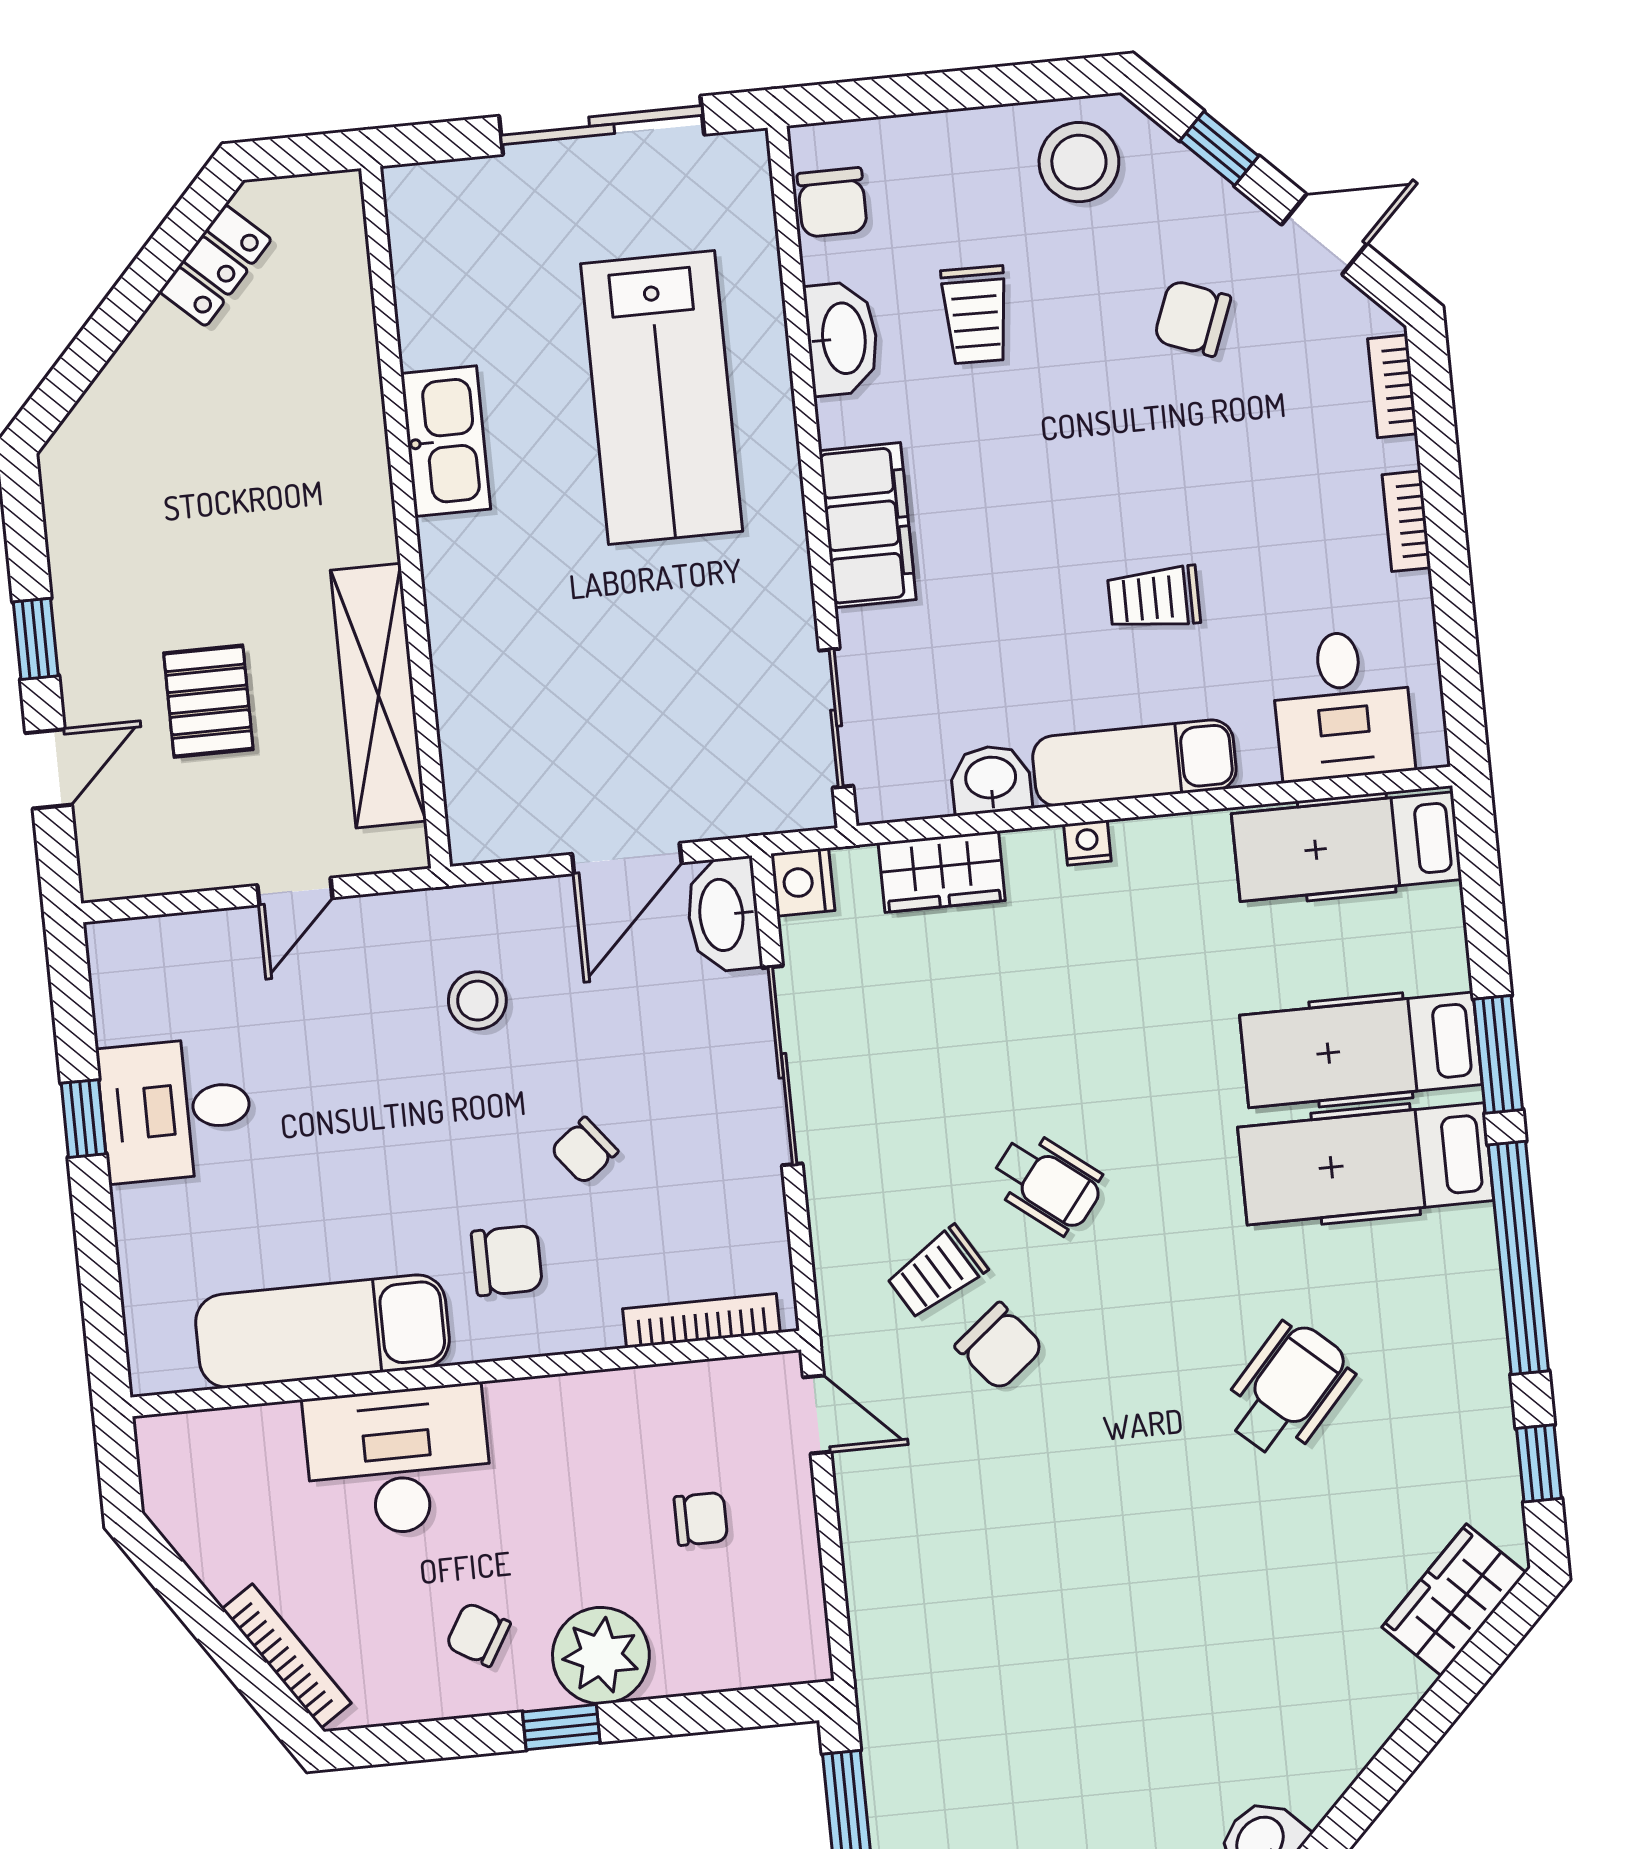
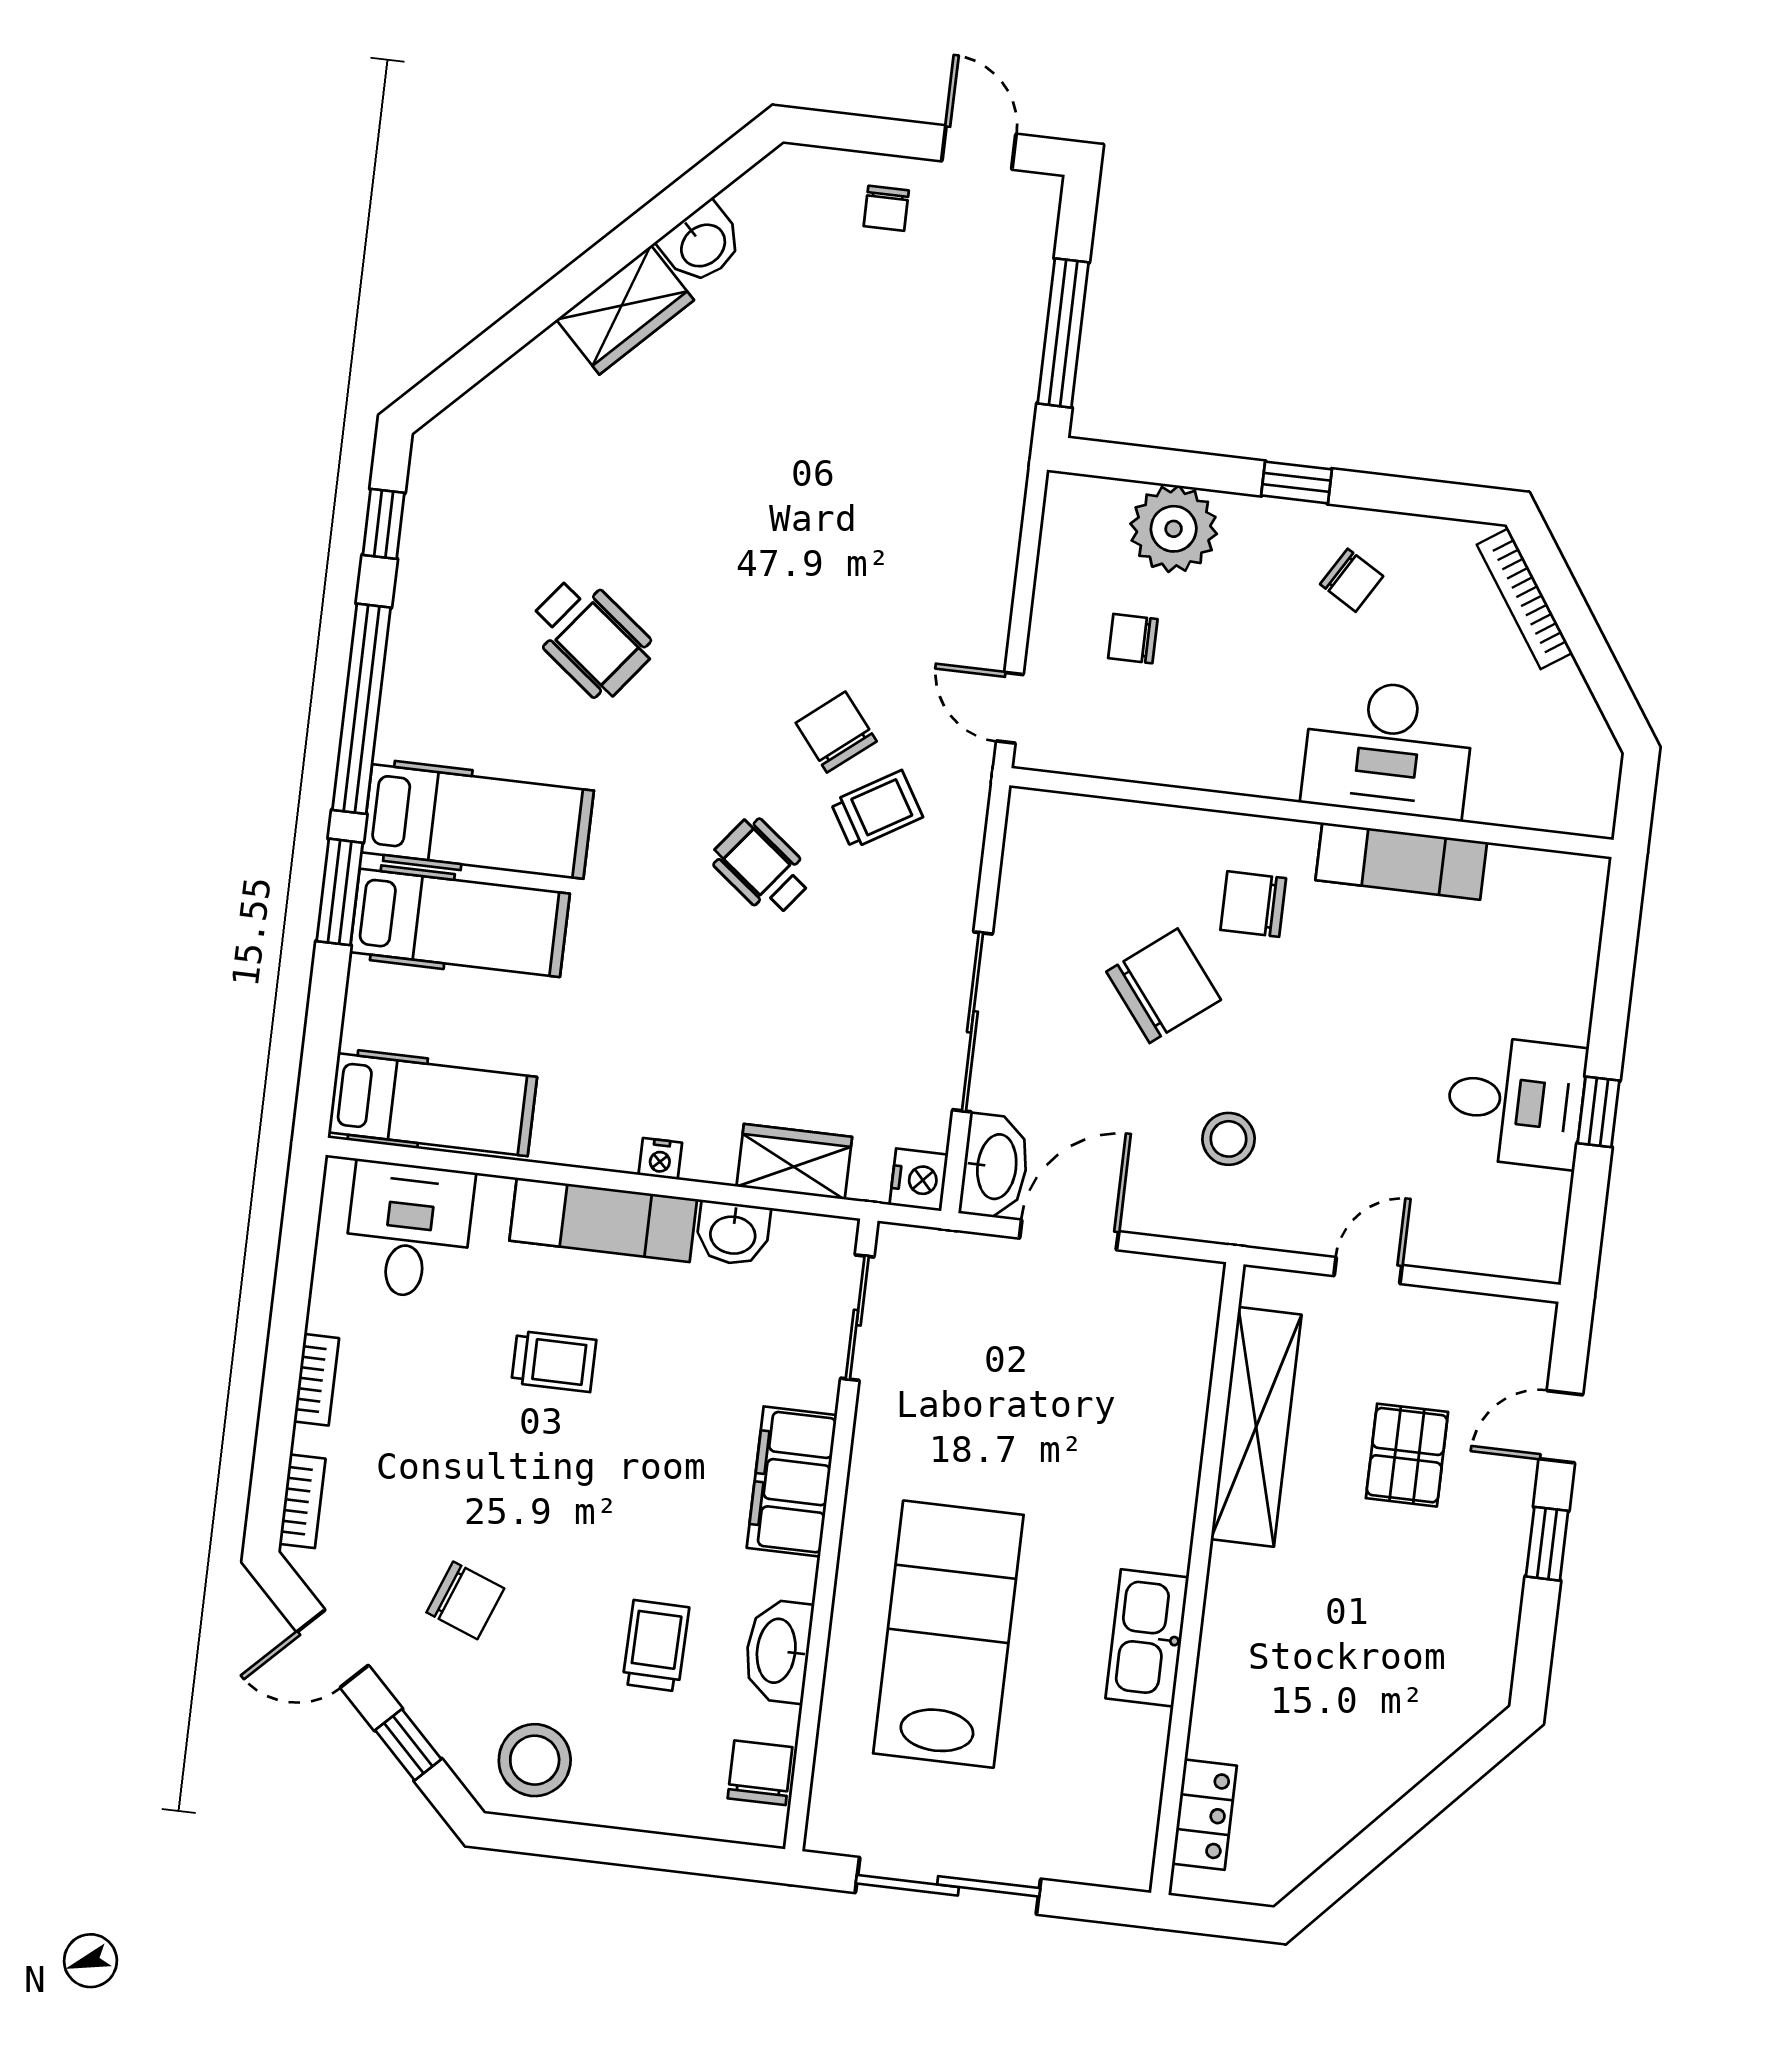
locker: (215, 266) -> (1204, 1815), moved, turned 137
chair: (584, 1151) -> (1164, 986), width x1.87, depth x1.87
bookcase: (701, 1321) -> (1094, 813), removed
exam couch: (322, 1331) -> (1401, 861), width x0.73, depth x0.69
wheelchair: (1288, 1390) -> (591, 637), turned -94
wardrobe: (1454, 1600) -> (625, 310), moved
plant: (601, 1656) -> (1174, 529), moved

